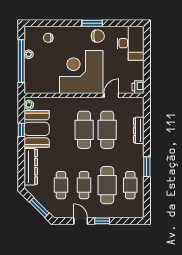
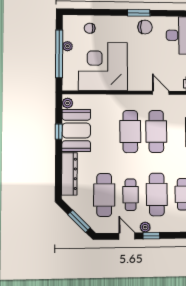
corner desk: (81, 72) -> (103, 66), moved
door: (111, 95) -> (161, 93), hinge flipped
cafe table: (61, 185) -> (104, 195), width x1.37, depth x1.35
plant: (97, 213) -> (145, 227), added

